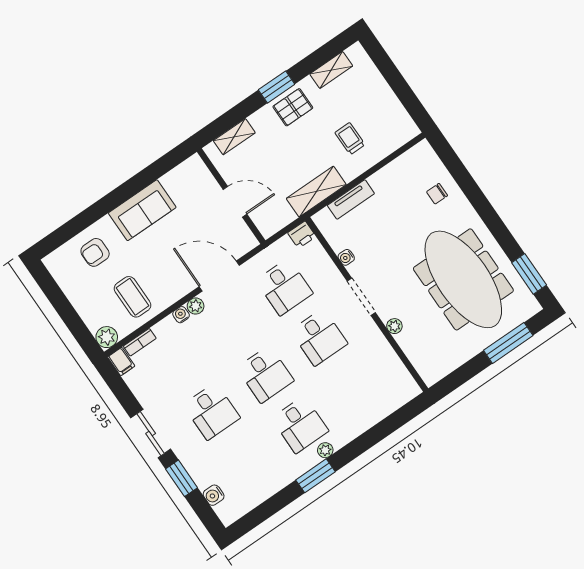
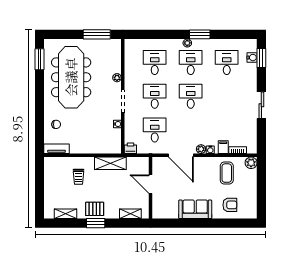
tv unit: (351, 199) -> (57, 149), moved
window: (508, 343) -> (97, 34), moved
filing cabinet: (121, 361) -> (223, 147), moved
desk: (354, 388) -> (155, 62), added
desk: (212, 411) -> (227, 62), moved
window: (181, 478) -> (261, 58), moved

